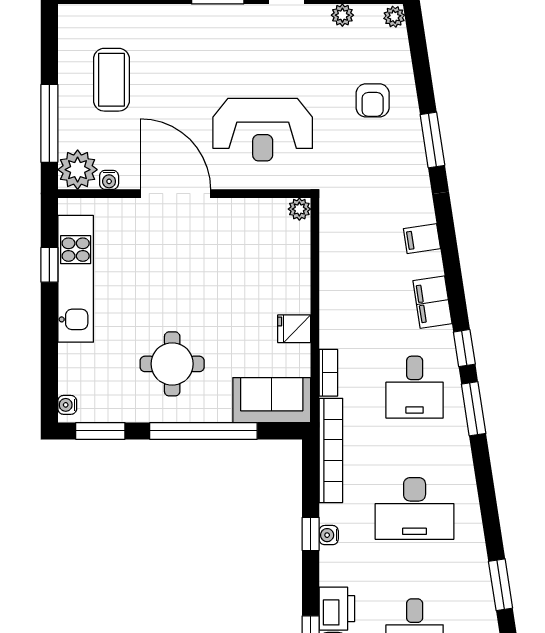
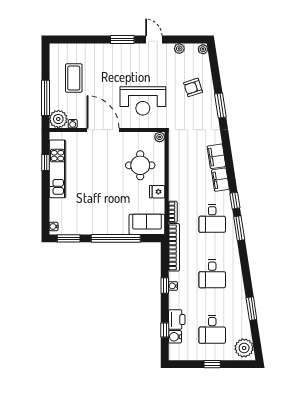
armchair: (373, 100) -> (193, 87), turned 72
filing cabinet: (422, 239) -> (216, 156), width x2.00
round table: (172, 364) -> (140, 165), moved
desk: (415, 508) -> (212, 274), width x0.73

